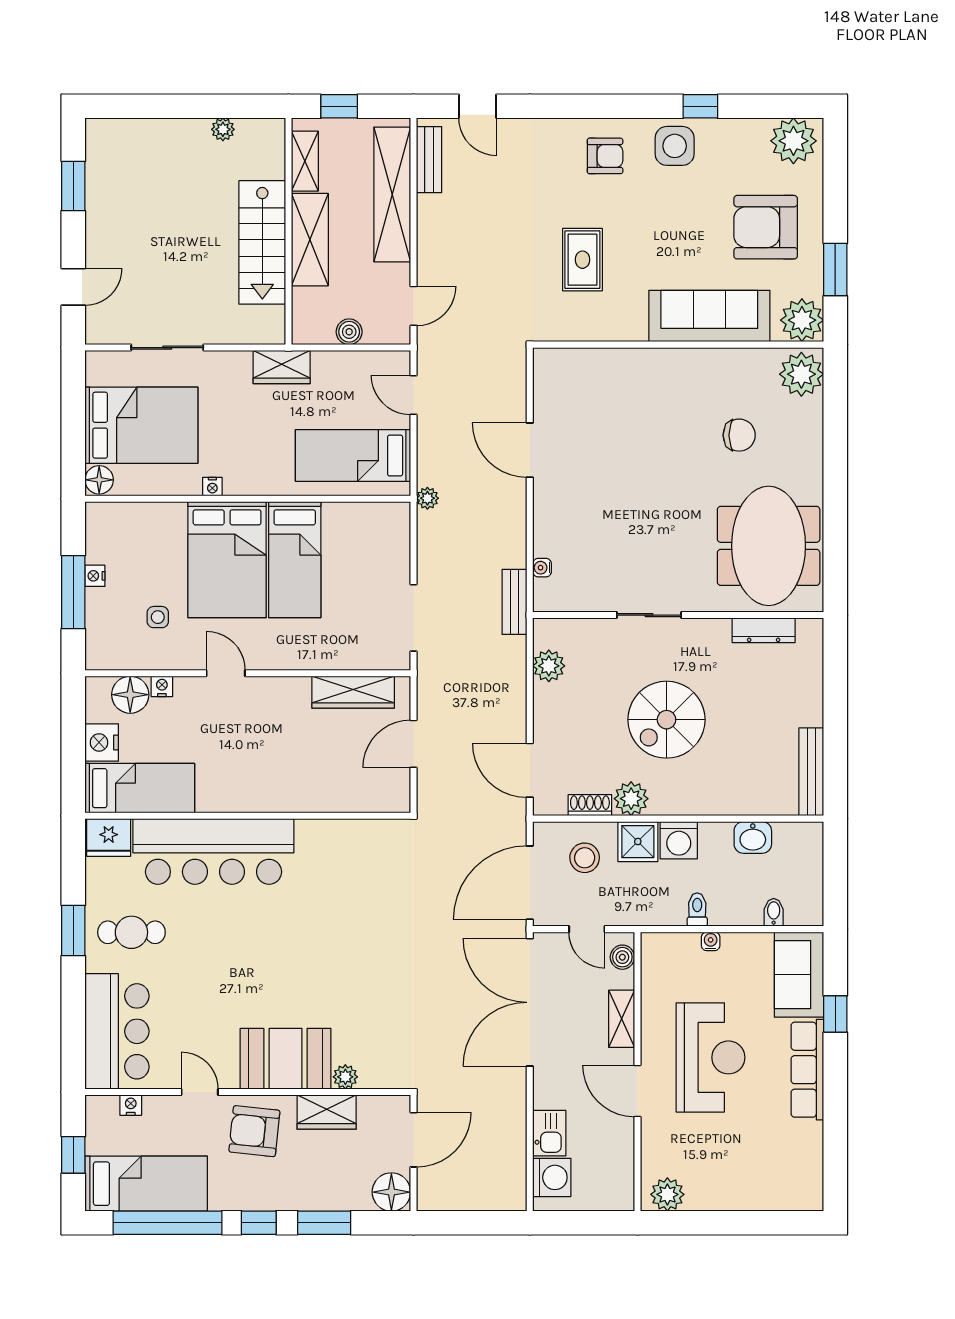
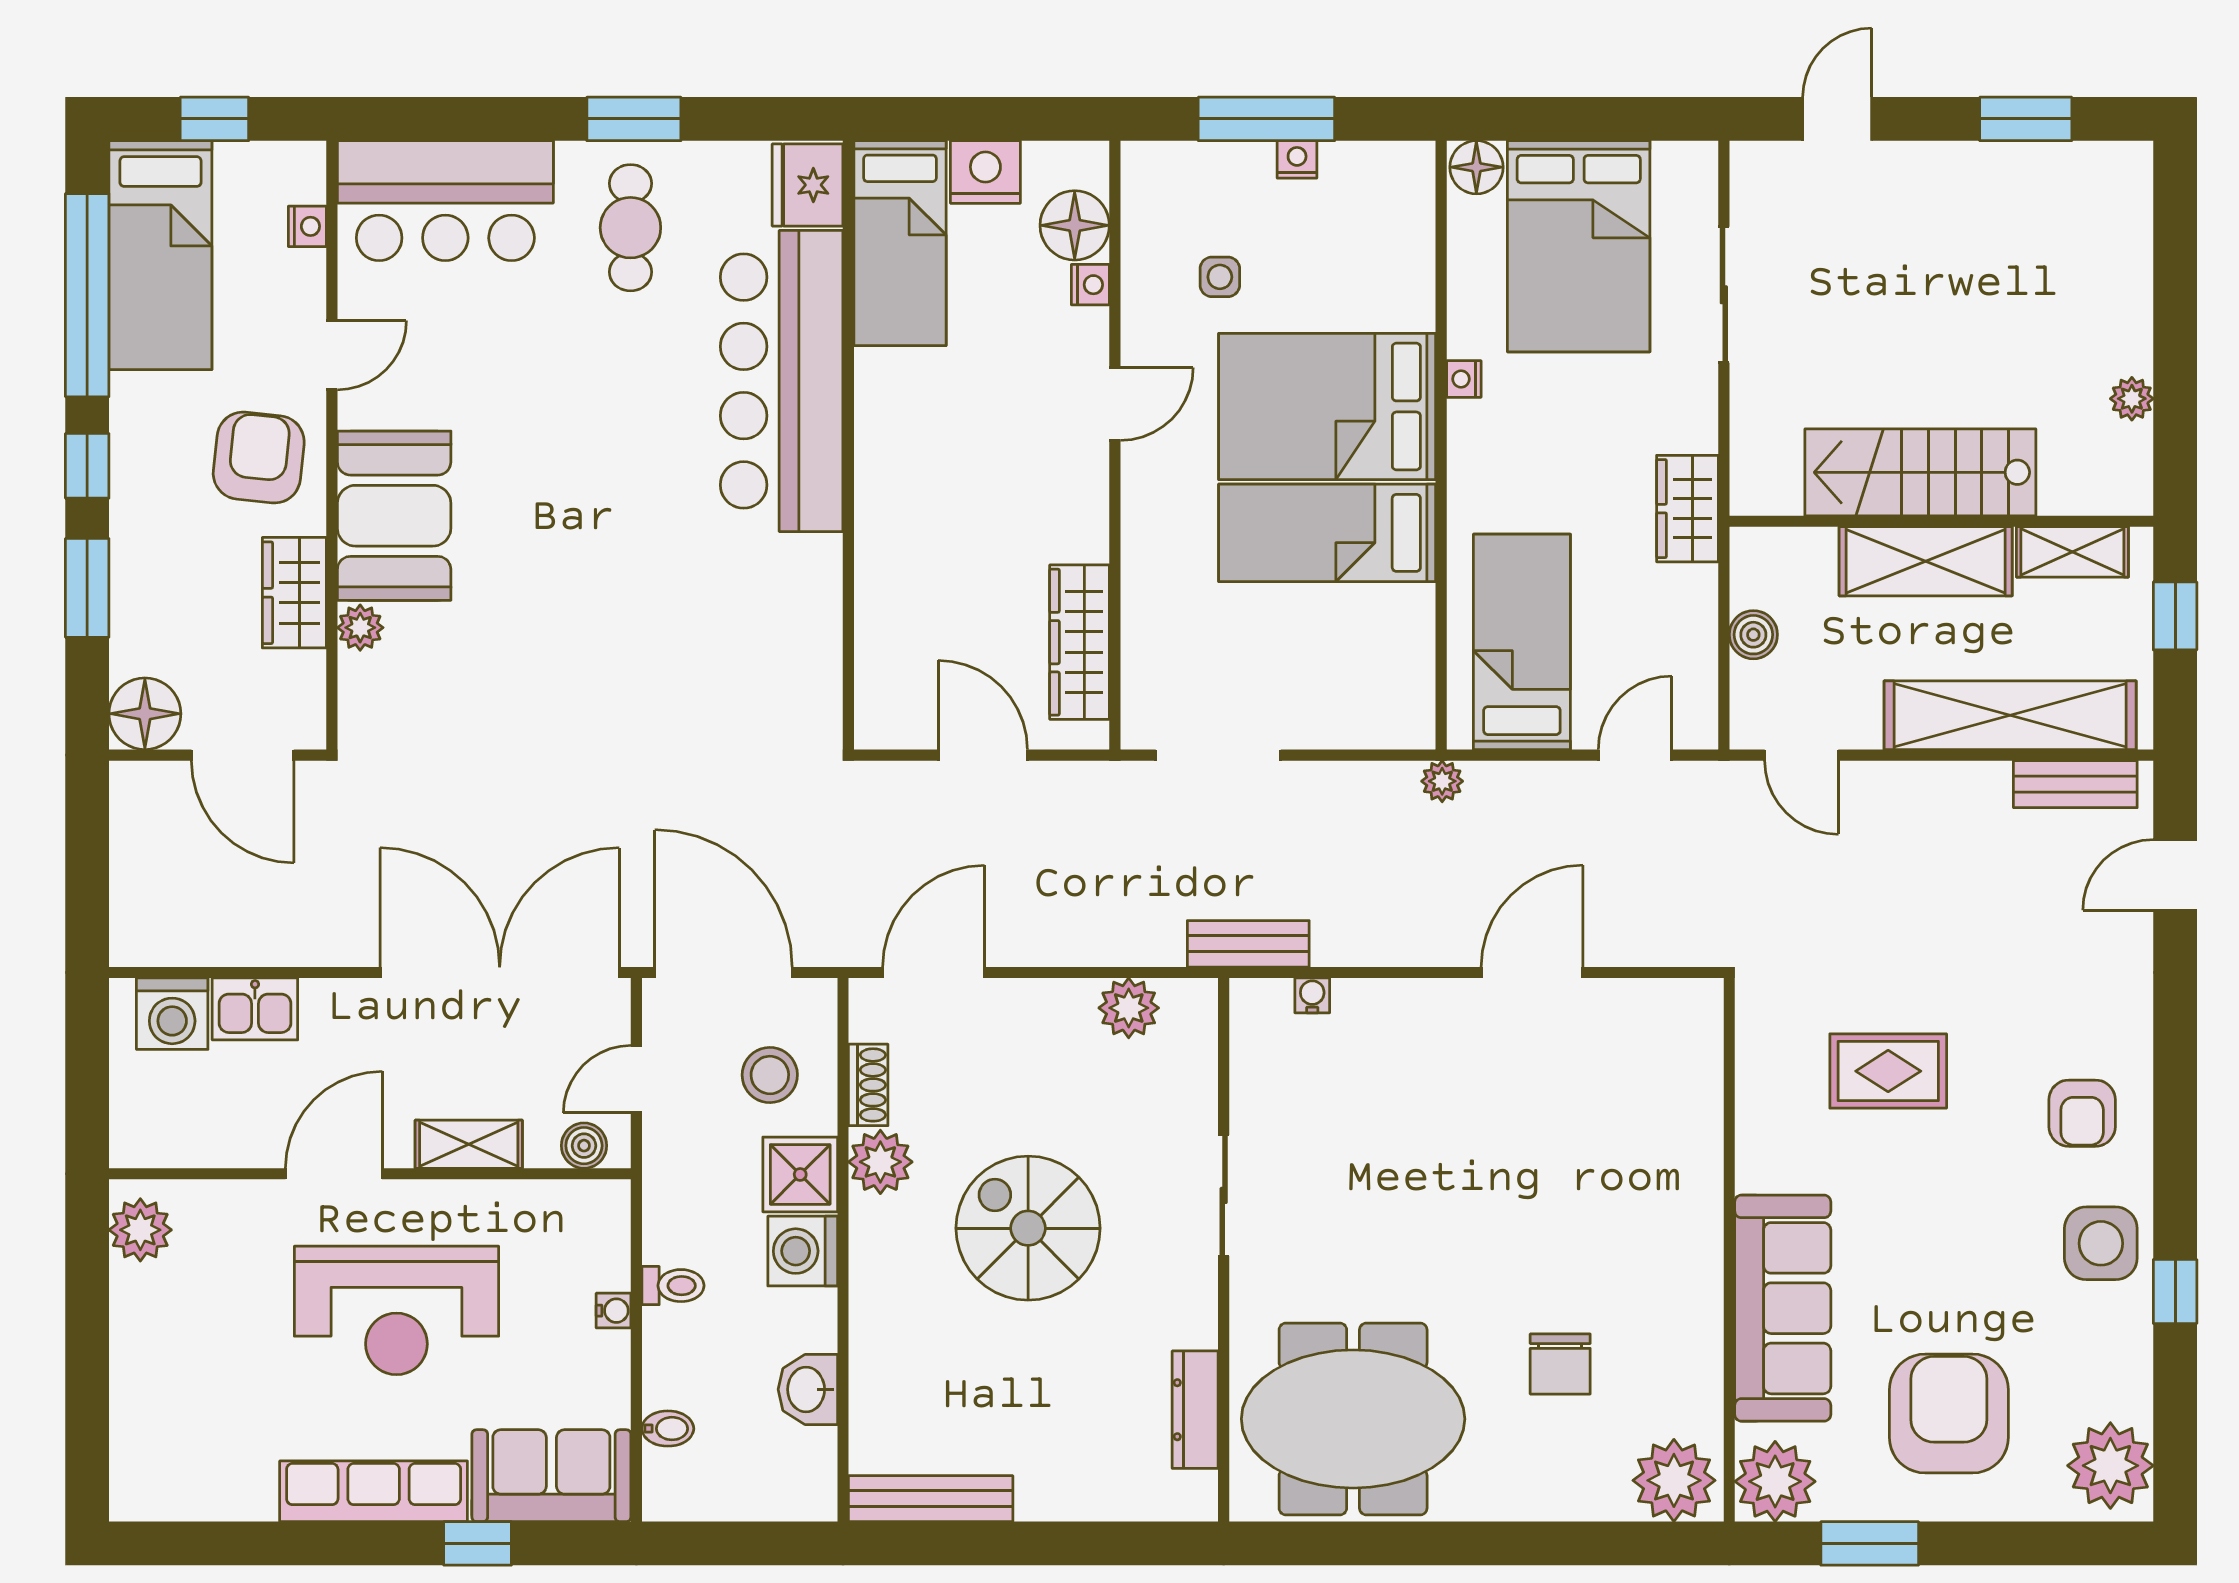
door: (73, 287) -> (1837, 119), swing flipped

